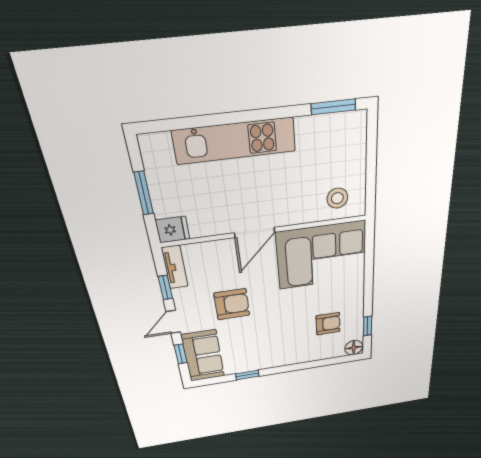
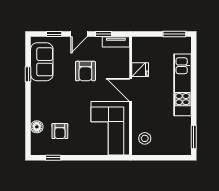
window: (144, 193) -> (174, 34), moved
fridge: (173, 230) -> (140, 70), moved, turned -90
door: (173, 322) -> (79, 34), swing flipped
floor lamp: (354, 348) -> (37, 127), moved
sofa: (203, 356) -> (42, 62), moved, turned -90

